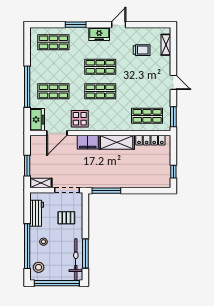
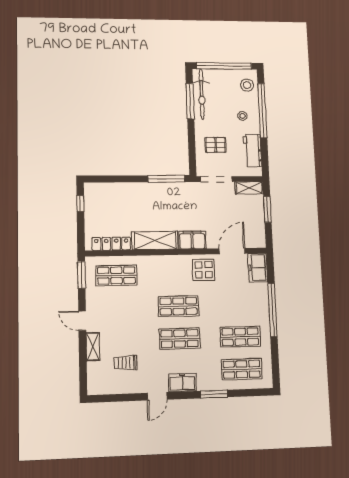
shelving: (166, 45) -> (93, 347), moved
shop shelf: (53, 91) -> (240, 337), moved

